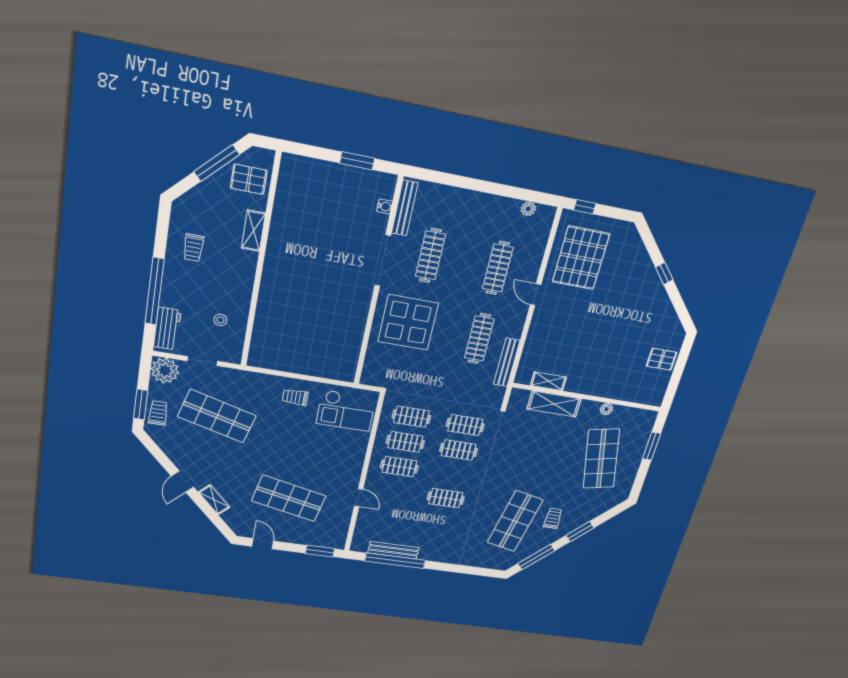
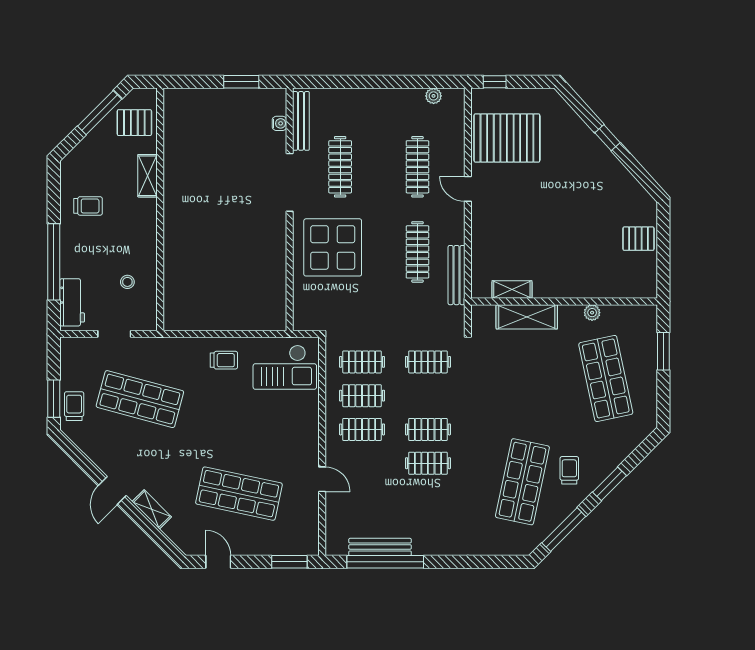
trolley: (193, 248) -> (88, 206), turned -90
pallet: (581, 258) -> (507, 138), turned 90
plant: (165, 371) -> (75, 353), removed
trolley: (295, 397) -> (224, 360), turned 180
clothes rail: (459, 450) -> (428, 429), moved

